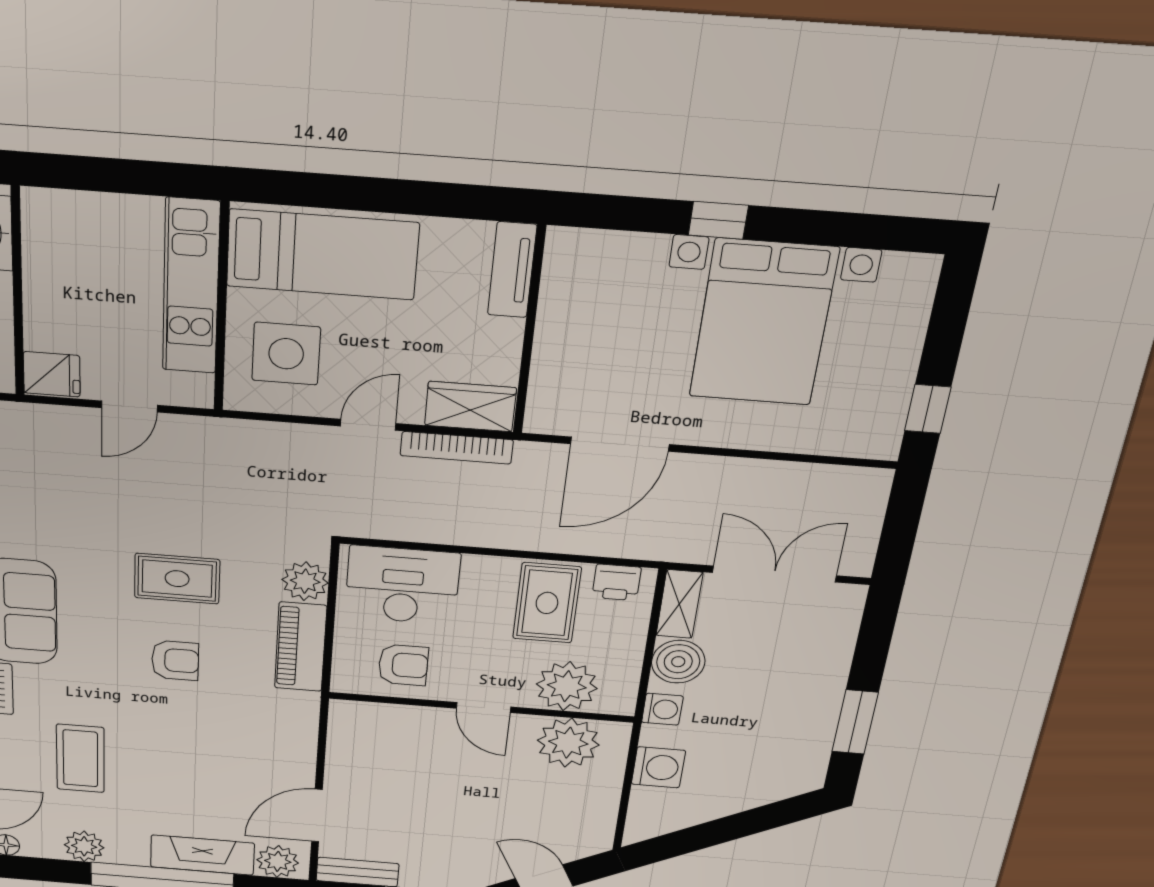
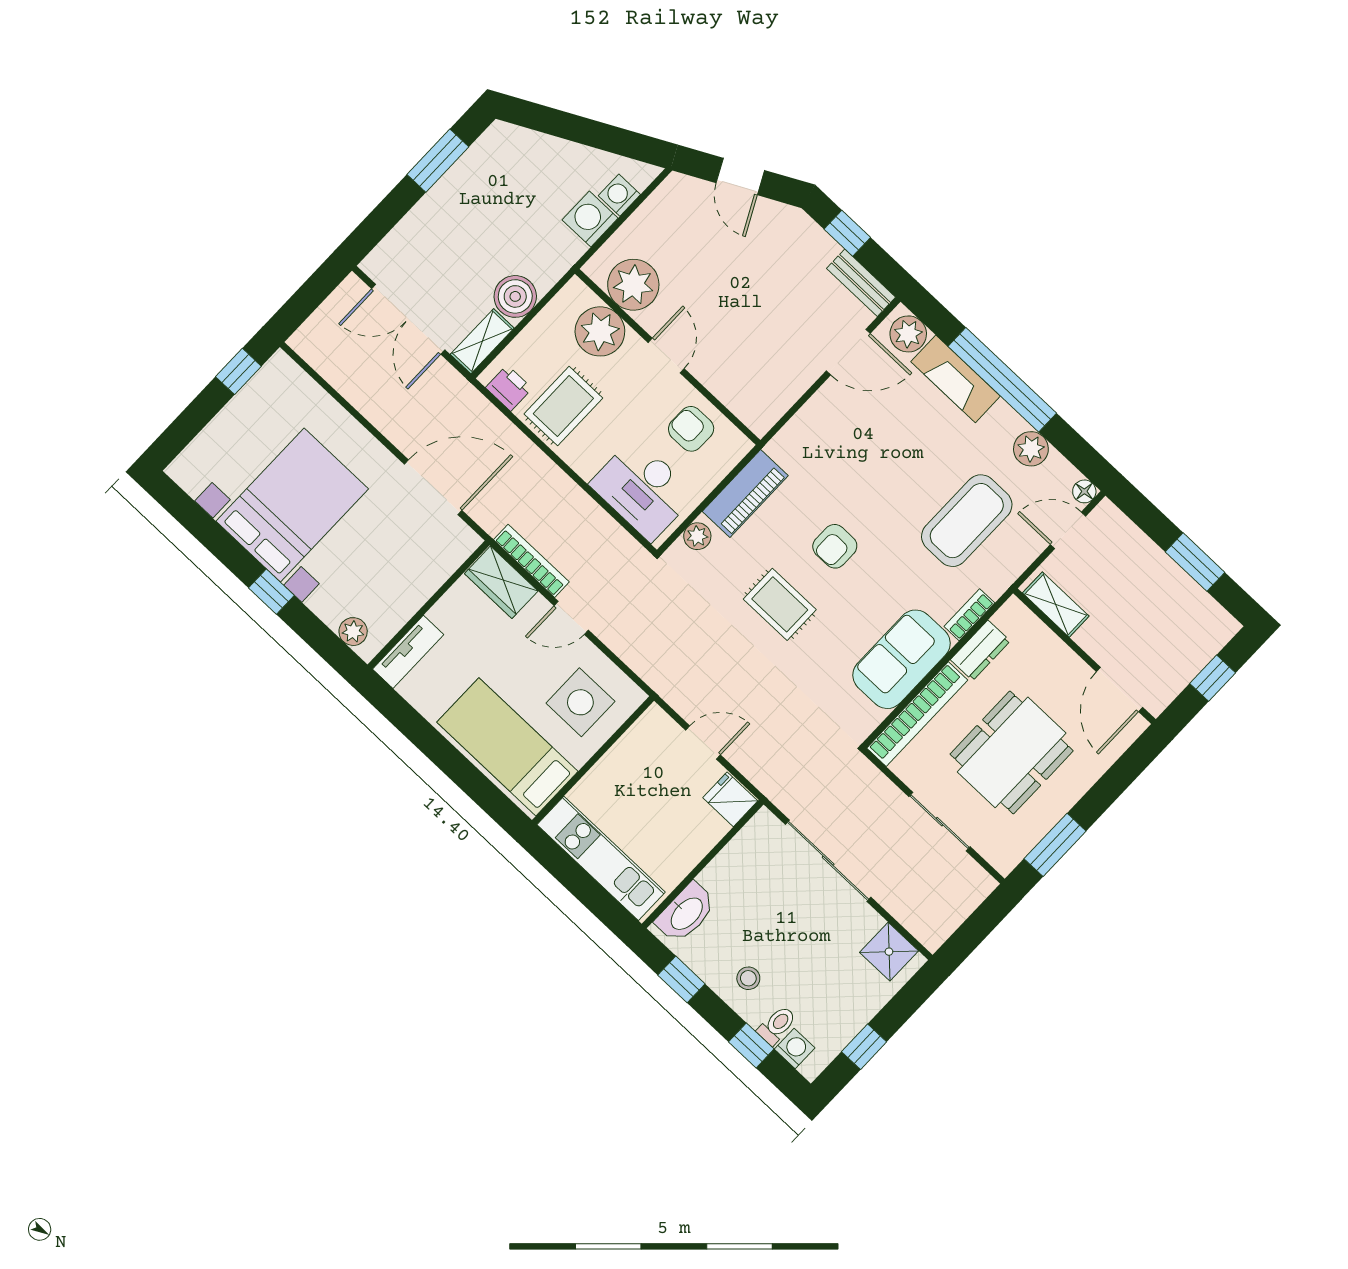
plant: (591, 246) -> (353, 632), added
kitchen unit: (191, 287) -> (601, 858), moved, turned -90
plant: (305, 581) -> (697, 536), width x0.73, depth x0.73
armchair: (175, 660) -> (835, 546), turned -90
washing machine: (662, 709) -> (619, 195), moved
coffee table: (80, 758) -> (967, 521), width x1.36, depth x1.32

